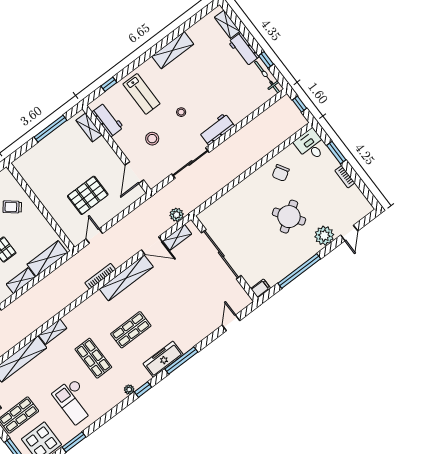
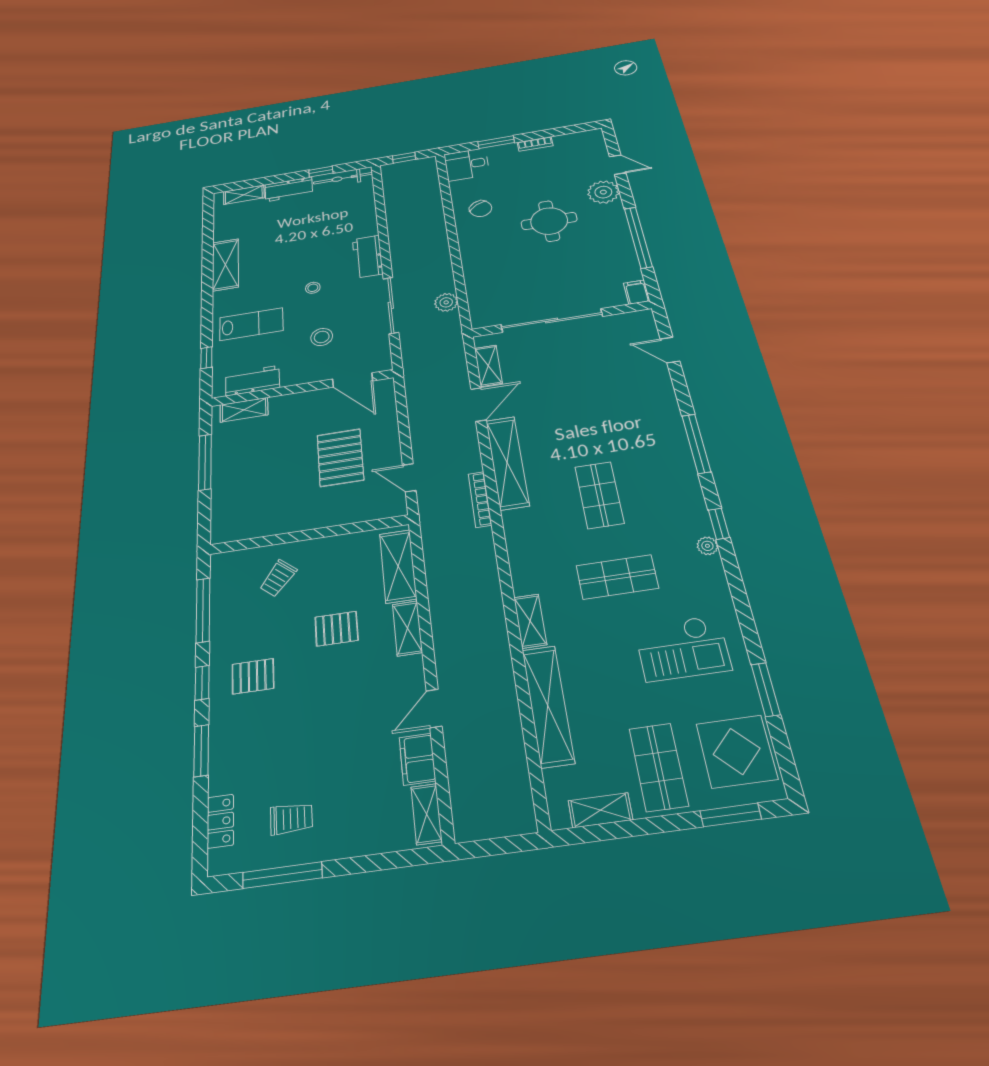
plant: (177, 215) -> (446, 302), moved
round table: (289, 217) -> (549, 221), turned 34
freezer: (163, 359) -> (679, 469), removed

